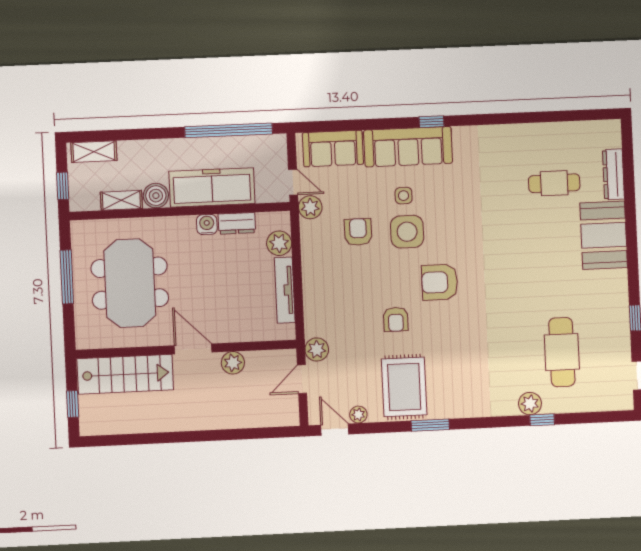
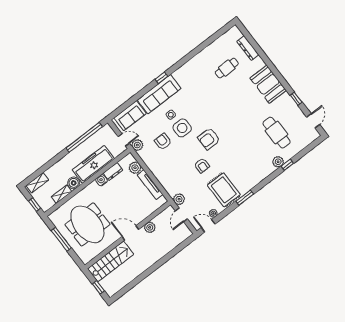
booth: (604, 235) -> (268, 84), moved

